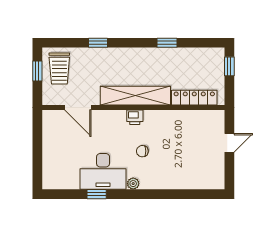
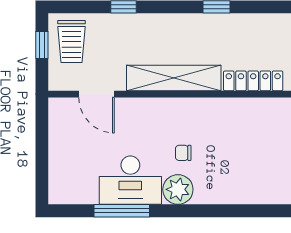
printer: (135, 117) -> (173, 107), removed
plant: (133, 184) -> (178, 189), width x1.87, depth x1.87
window: (97, 194) -> (122, 211), width x2.17

